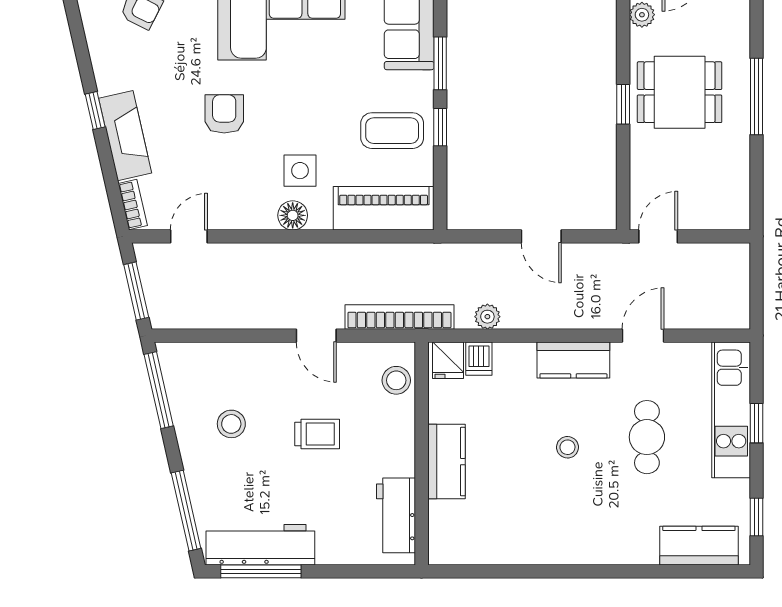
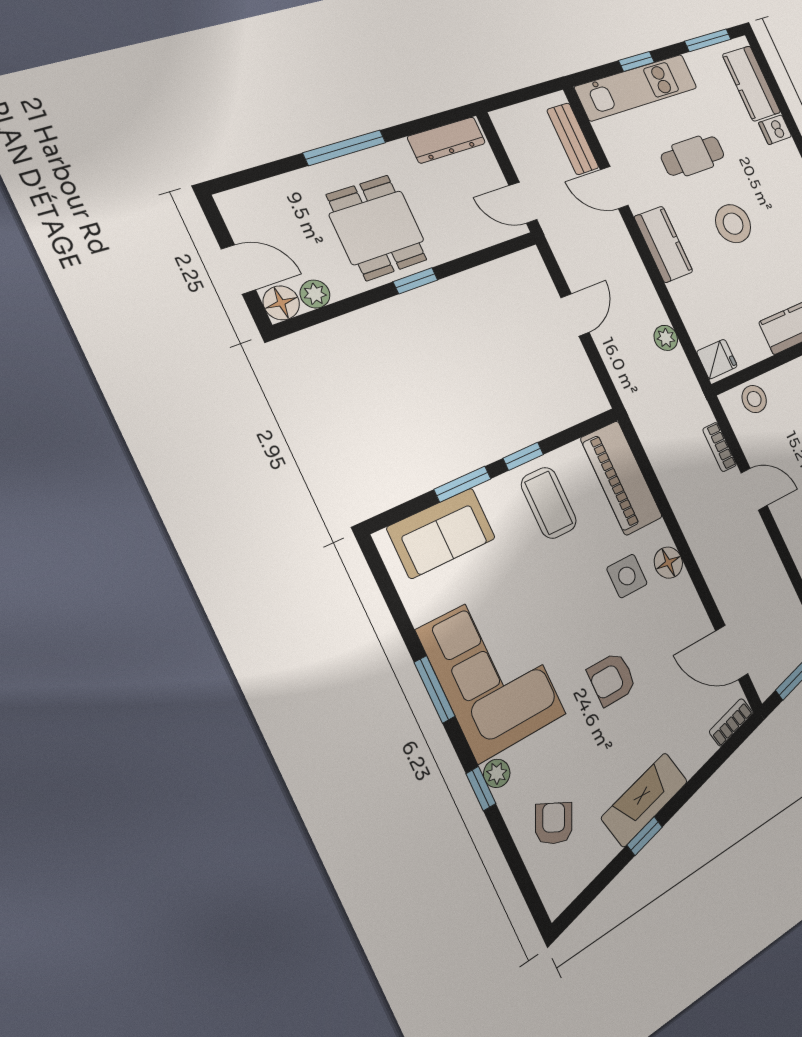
window: (95, 110) -> (645, 836), moved
fireplace: (125, 136) -> (645, 800), moved
dresser: (736, 191) -> (447, 140), added
door: (189, 236) -> (732, 652), width x1.38
bench: (701, 316) -> (573, 139), added
bookcase: (399, 317) -> (720, 447), width x0.43, depth x0.76
door: (316, 336) -> (754, 489), hinge flipped
dishwasher: (479, 359) -> (775, 130), moved, turned 180
stool: (567, 447) -> (733, 224), width x1.89, depth x1.89
window: (757, 517) -> (708, 40), width x1.50

